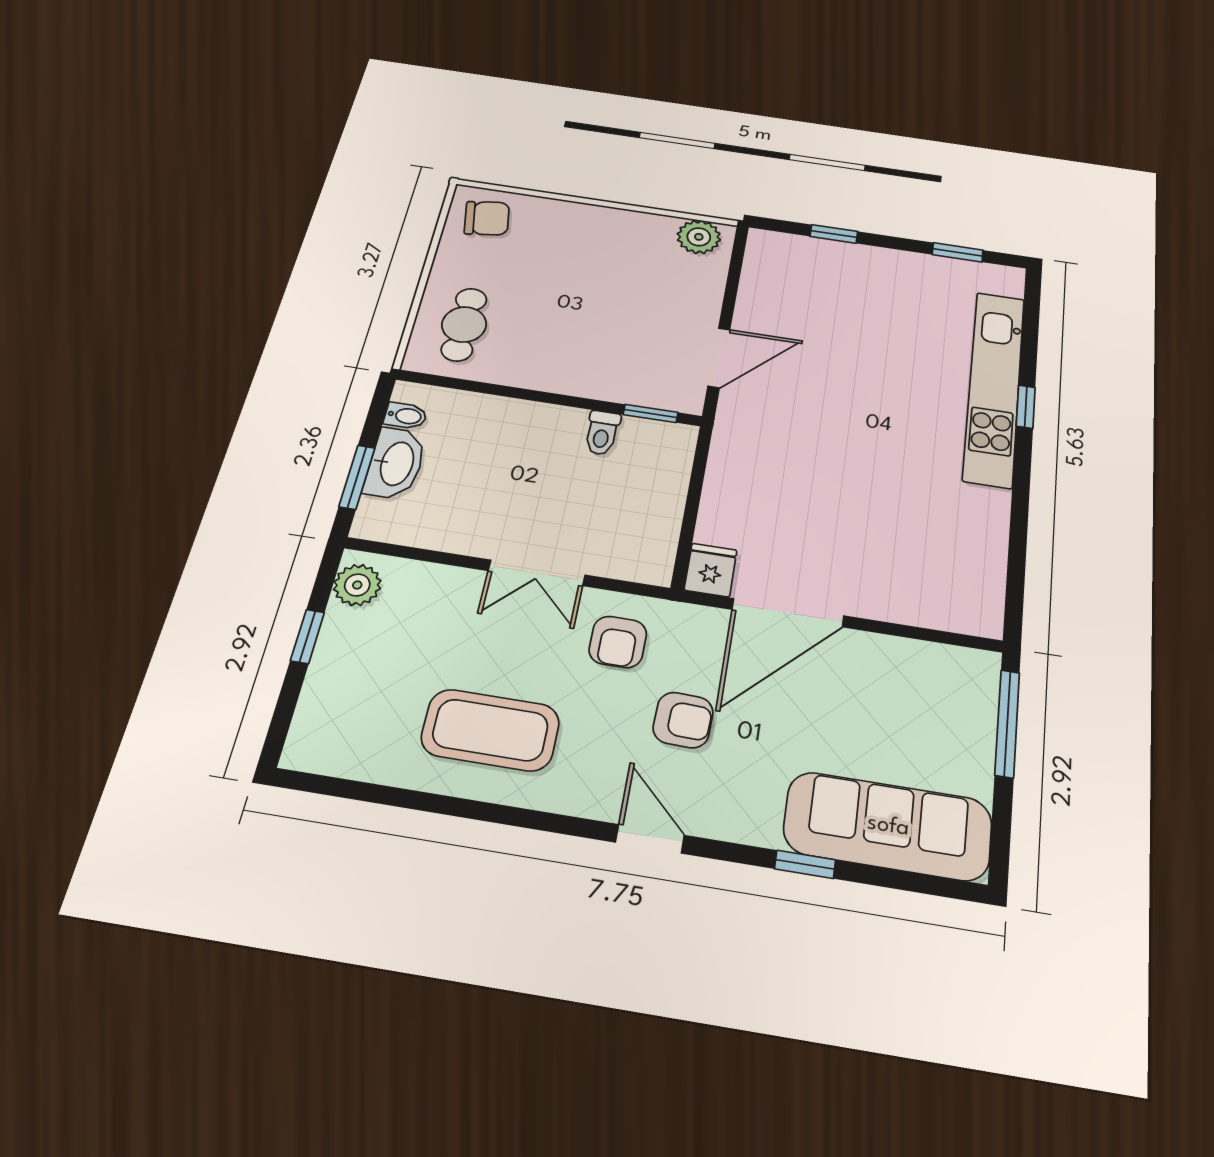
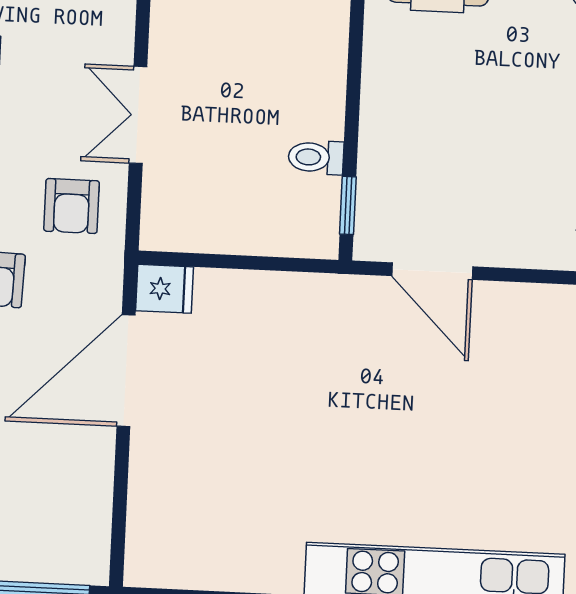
door: (788, 613) -> (126, 371), hinge flipped
armchair: (618, 642) -> (72, 206), turned -90

